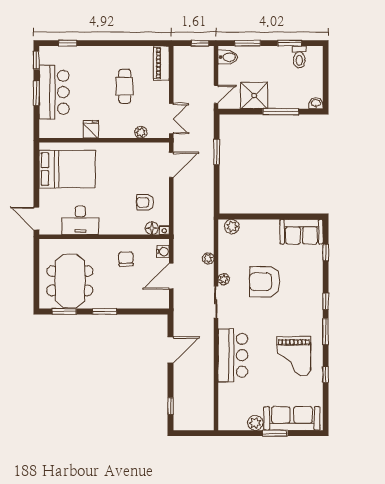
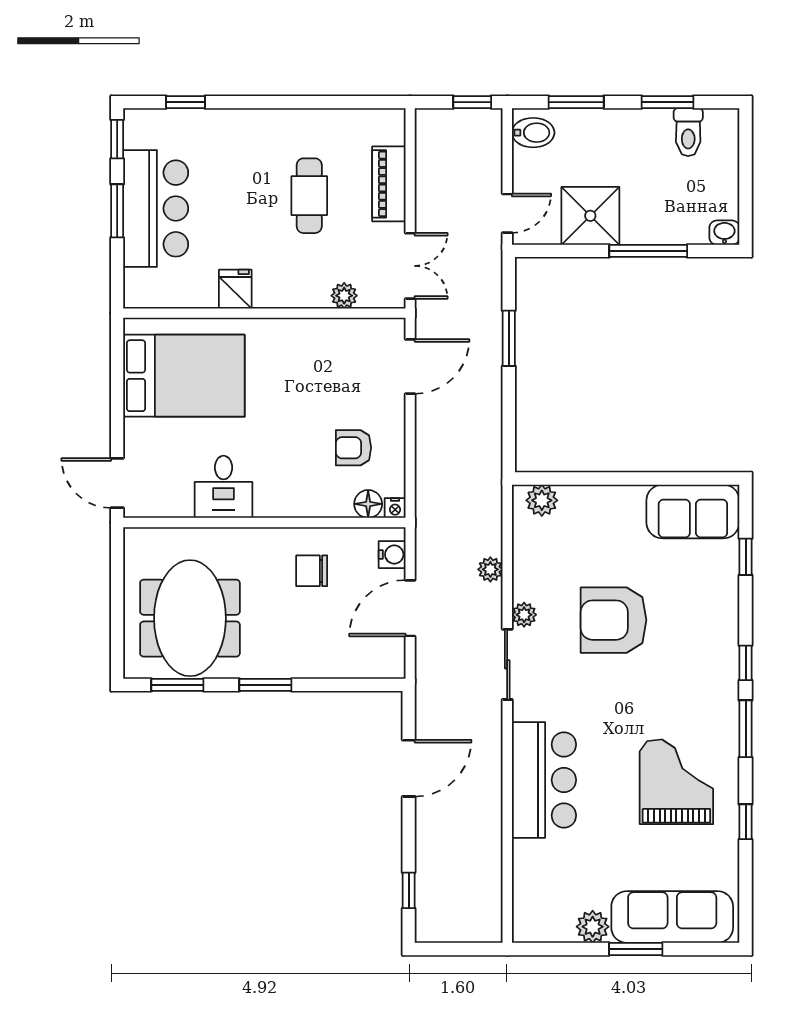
piano: (161, 63) -> (389, 184), moved
desk: (80, 220) -> (224, 487), width x0.73
chair: (126, 259) -> (312, 571), turned -88
grand piano: (294, 356) -> (676, 782), turned 180

